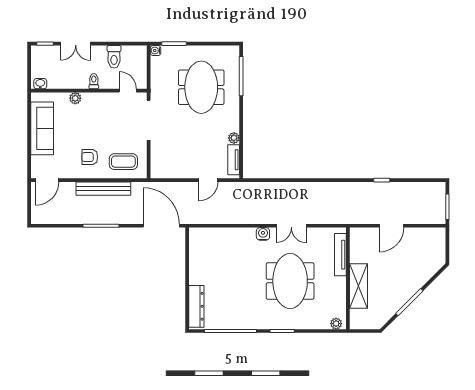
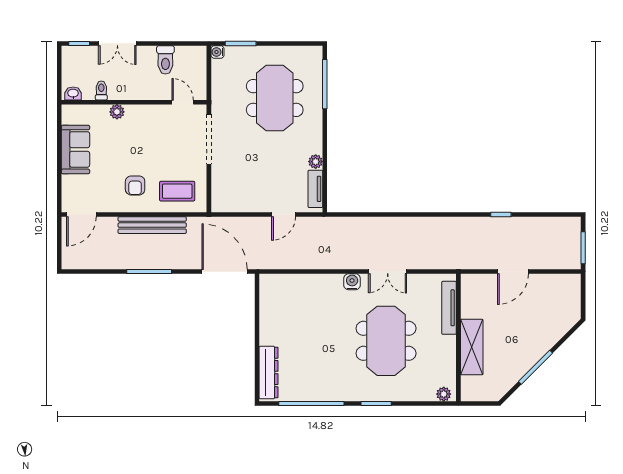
toilet: (94, 81) -> (101, 90), moved
sofa: (42, 128) -> (75, 149), width x0.73
armchair: (90, 157) -> (135, 185), turned -90

